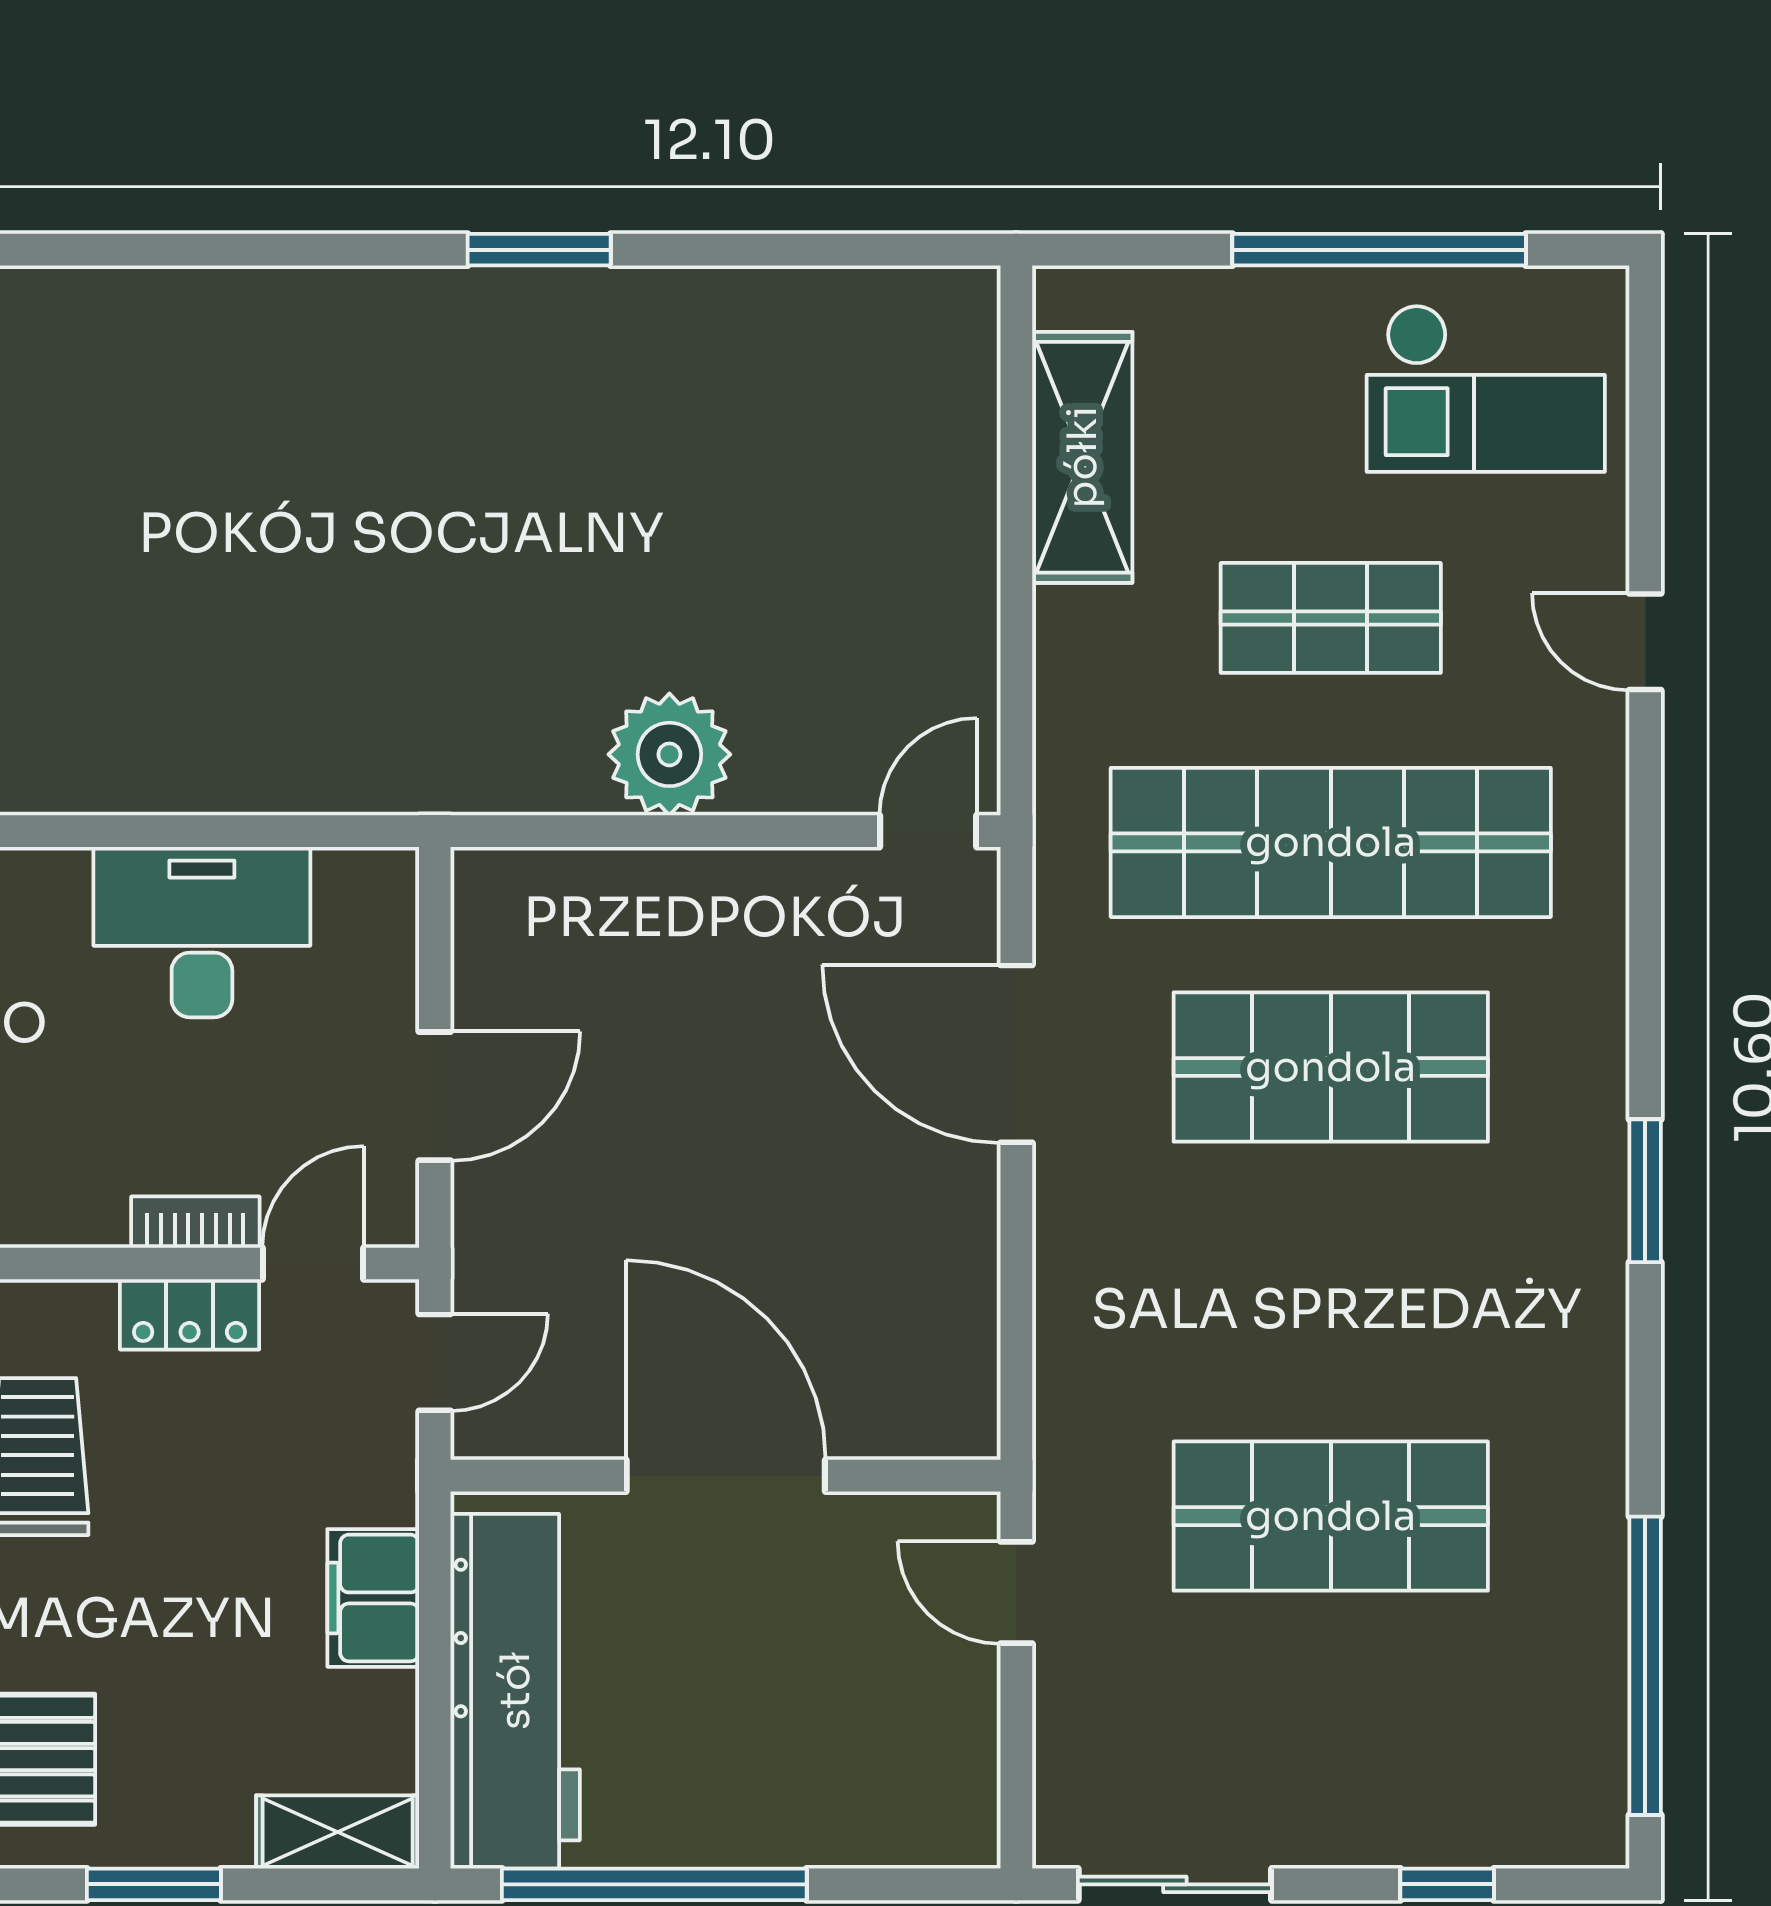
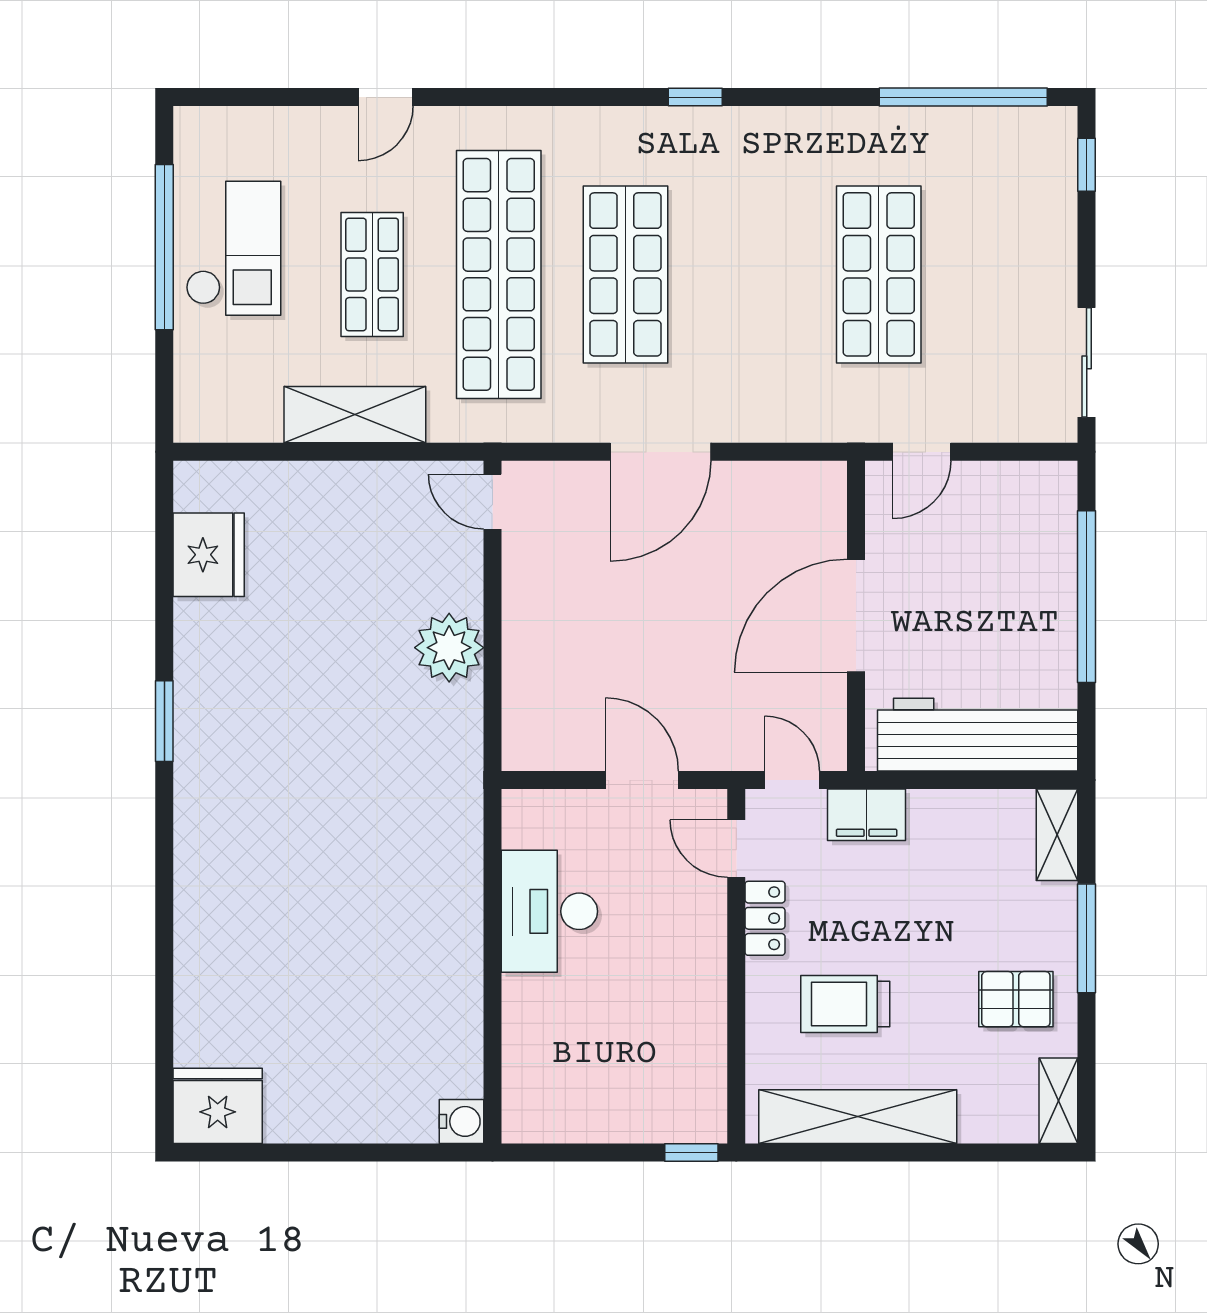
fridge: (834, 328) -> (209, 555), added
checkout: (1486, 388) -> (233, 248), moved
shelving: (1082, 457) -> (355, 415), moved
door: (1016, 1054) -> (660, 452), moved
window: (1645, 1191) -> (695, 97), width x0.67
bookcase: (195, 1222) -> (713, 915), removed
filing cabinet: (373, 1598) -> (867, 815), moved
window: (154, 1884) -> (1087, 938), width x1.44
window: (654, 1884) -> (1087, 597), moved
window: (1447, 1884) -> (1087, 165), moved

